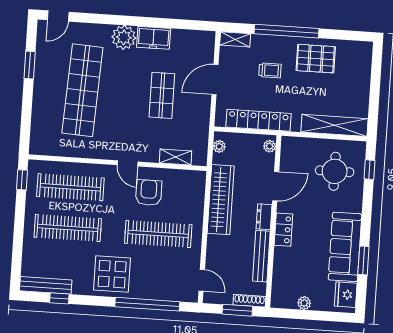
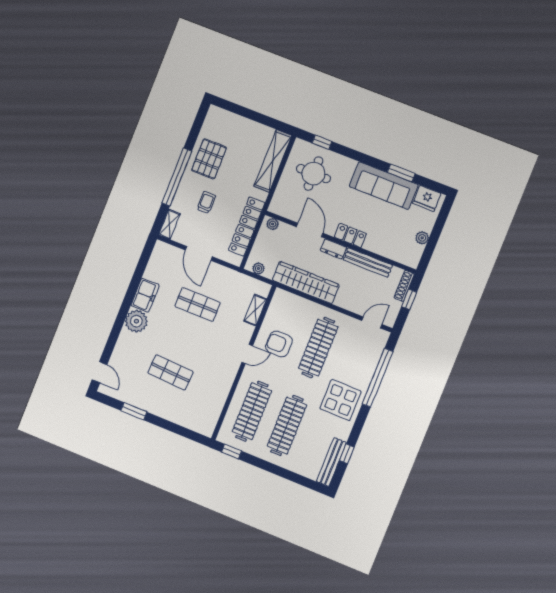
shop shelf: (82, 90) -> (171, 372), width x0.50, depth x0.74
window: (237, 310) -> (409, 299), width x0.67

